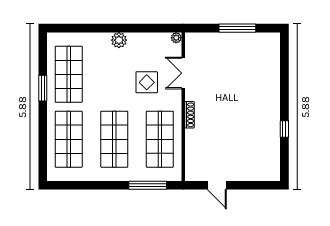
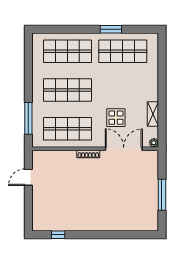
shelving: (142, 39) -> (153, 114), added
plant: (119, 40) -> (152, 94), removed
double door: (183, 73) -> (124, 149), width x1.37
window: (284, 129) -> (58, 235), moved

